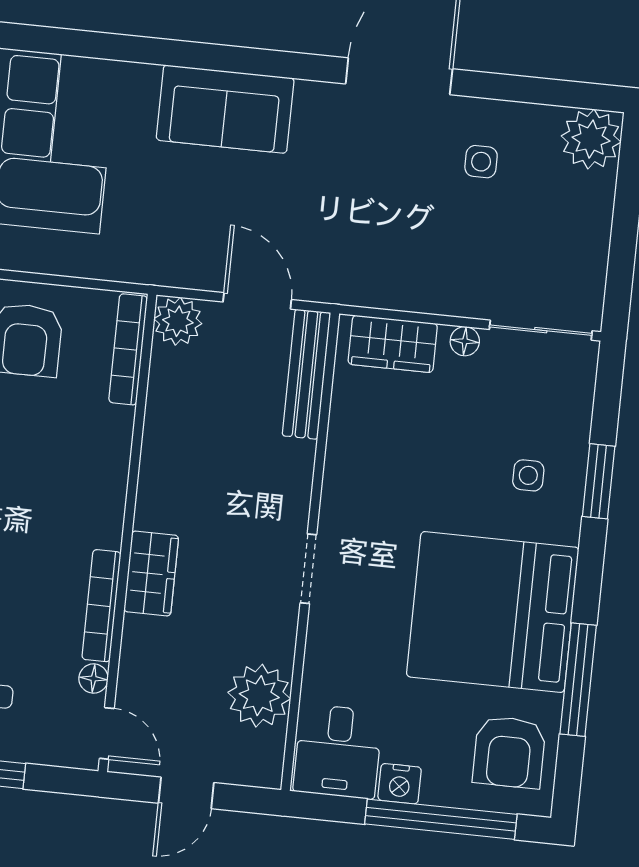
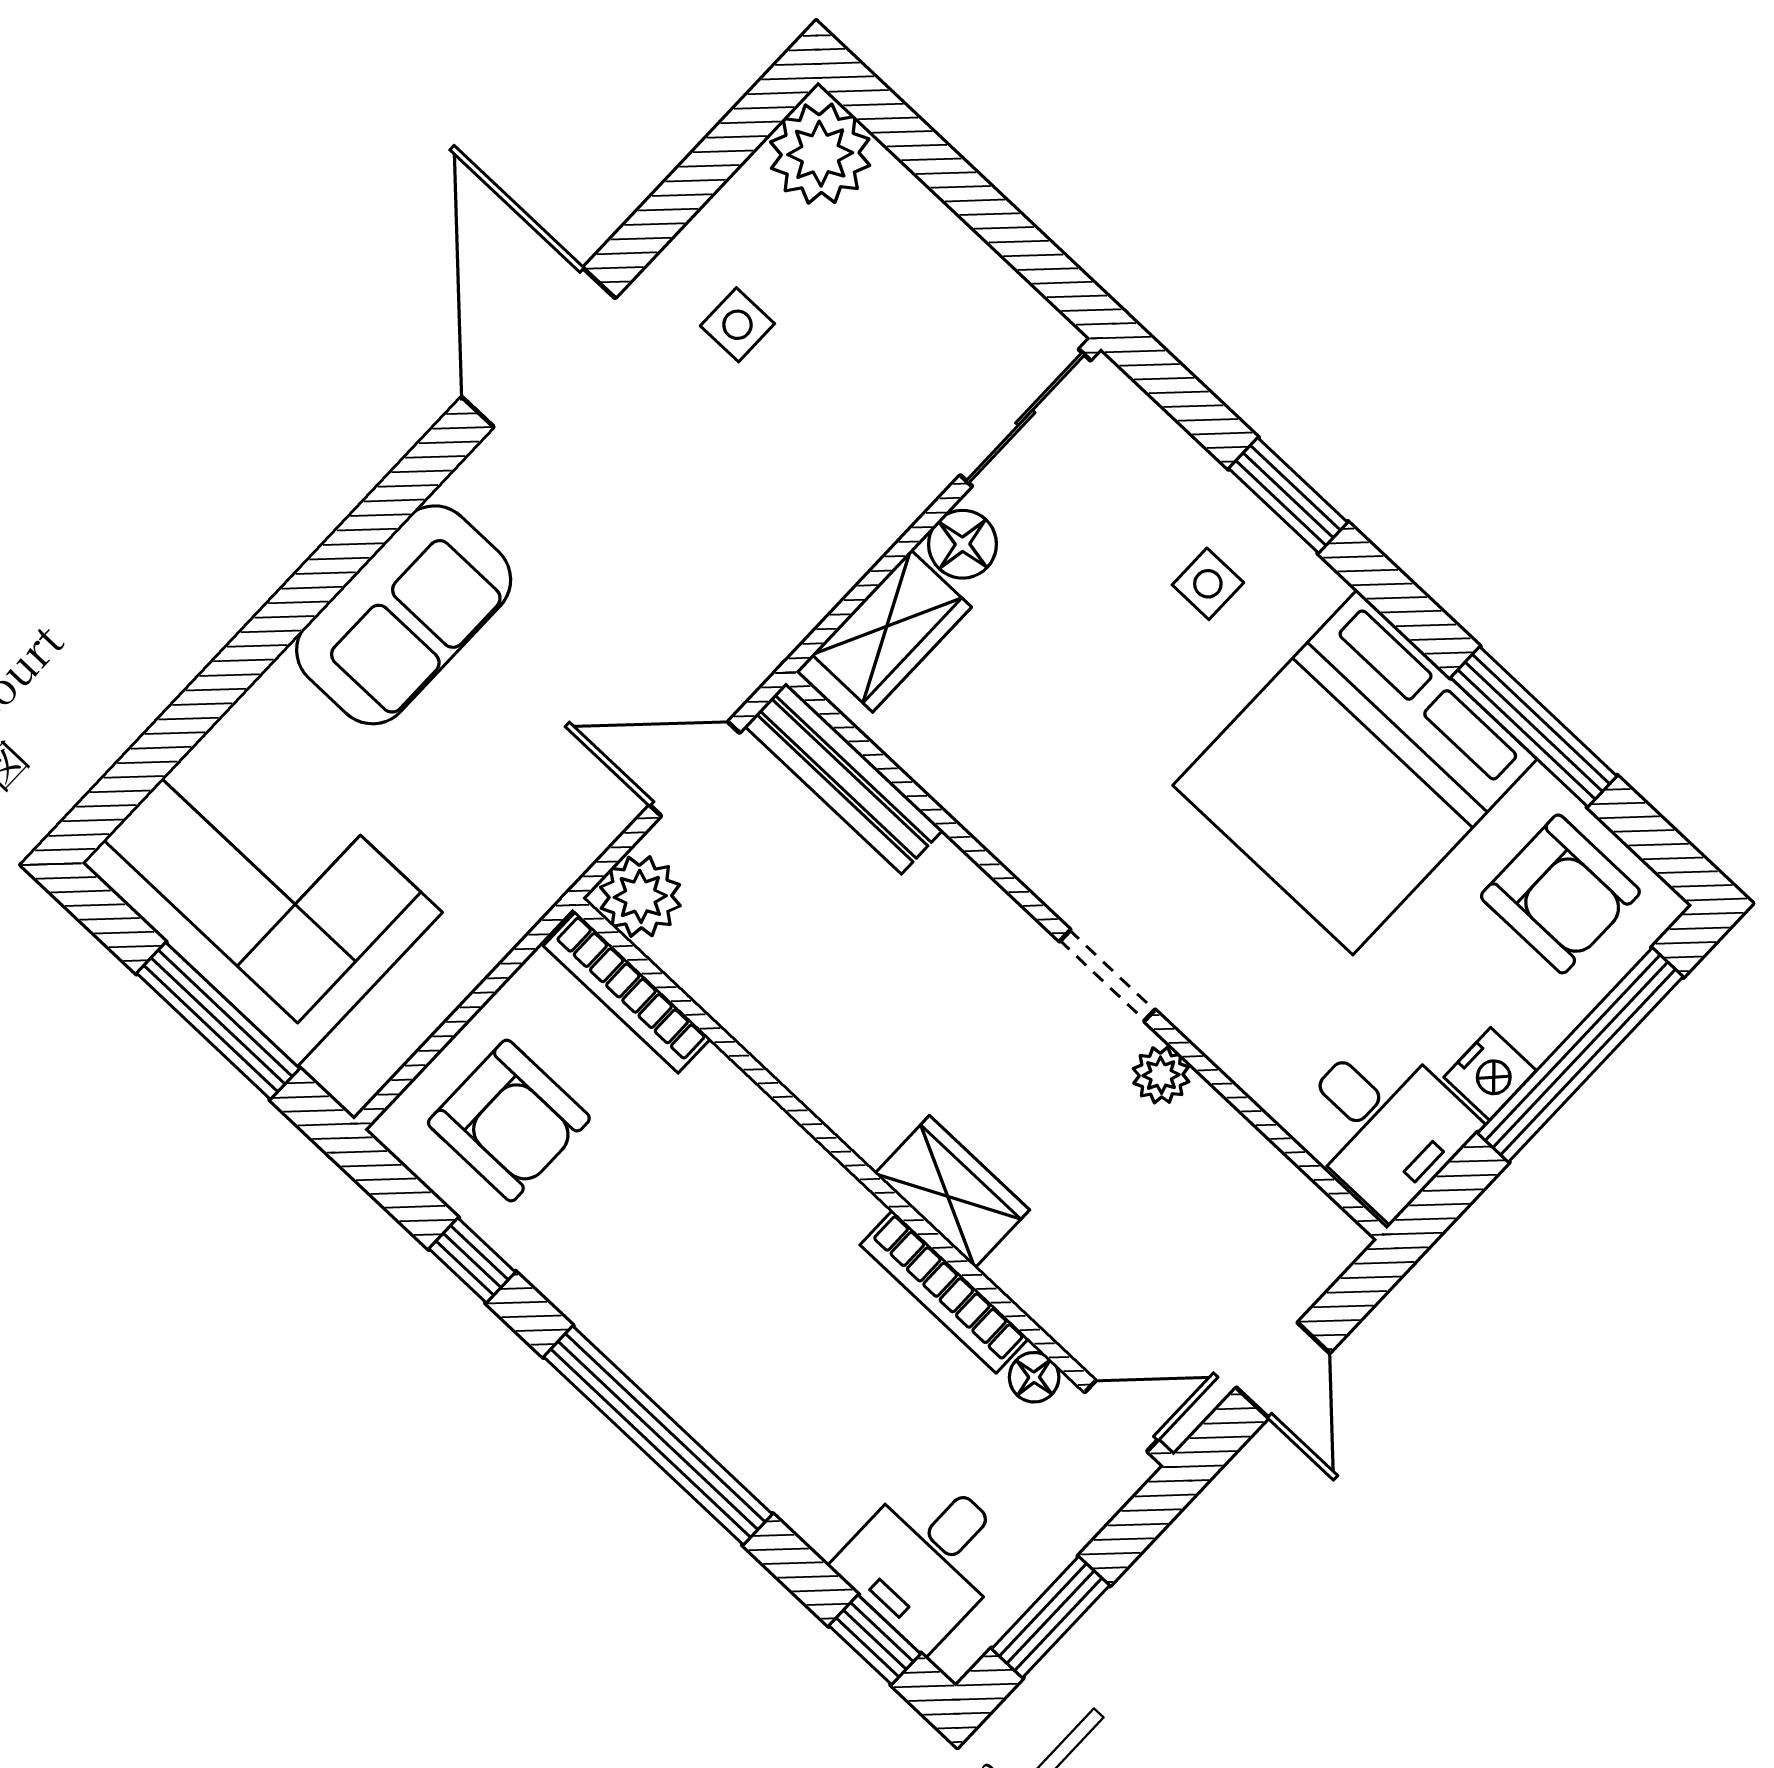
floor lamp: (465, 341) -> (963, 544), width x1.37, depth x1.37
plant: (259, 696) -> (1161, 1075), moved, width x0.53, depth x0.53

